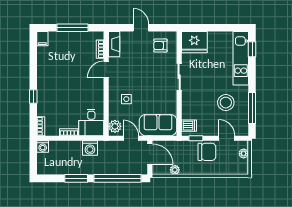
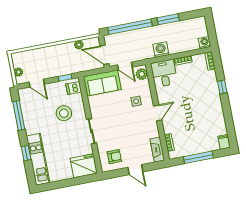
window: (252, 49) -> (26, 153), moved
door: (106, 69) -> (158, 113), moved
stool: (226, 103) -> (64, 113), moved
chair: (207, 152) -> (53, 67), removed

